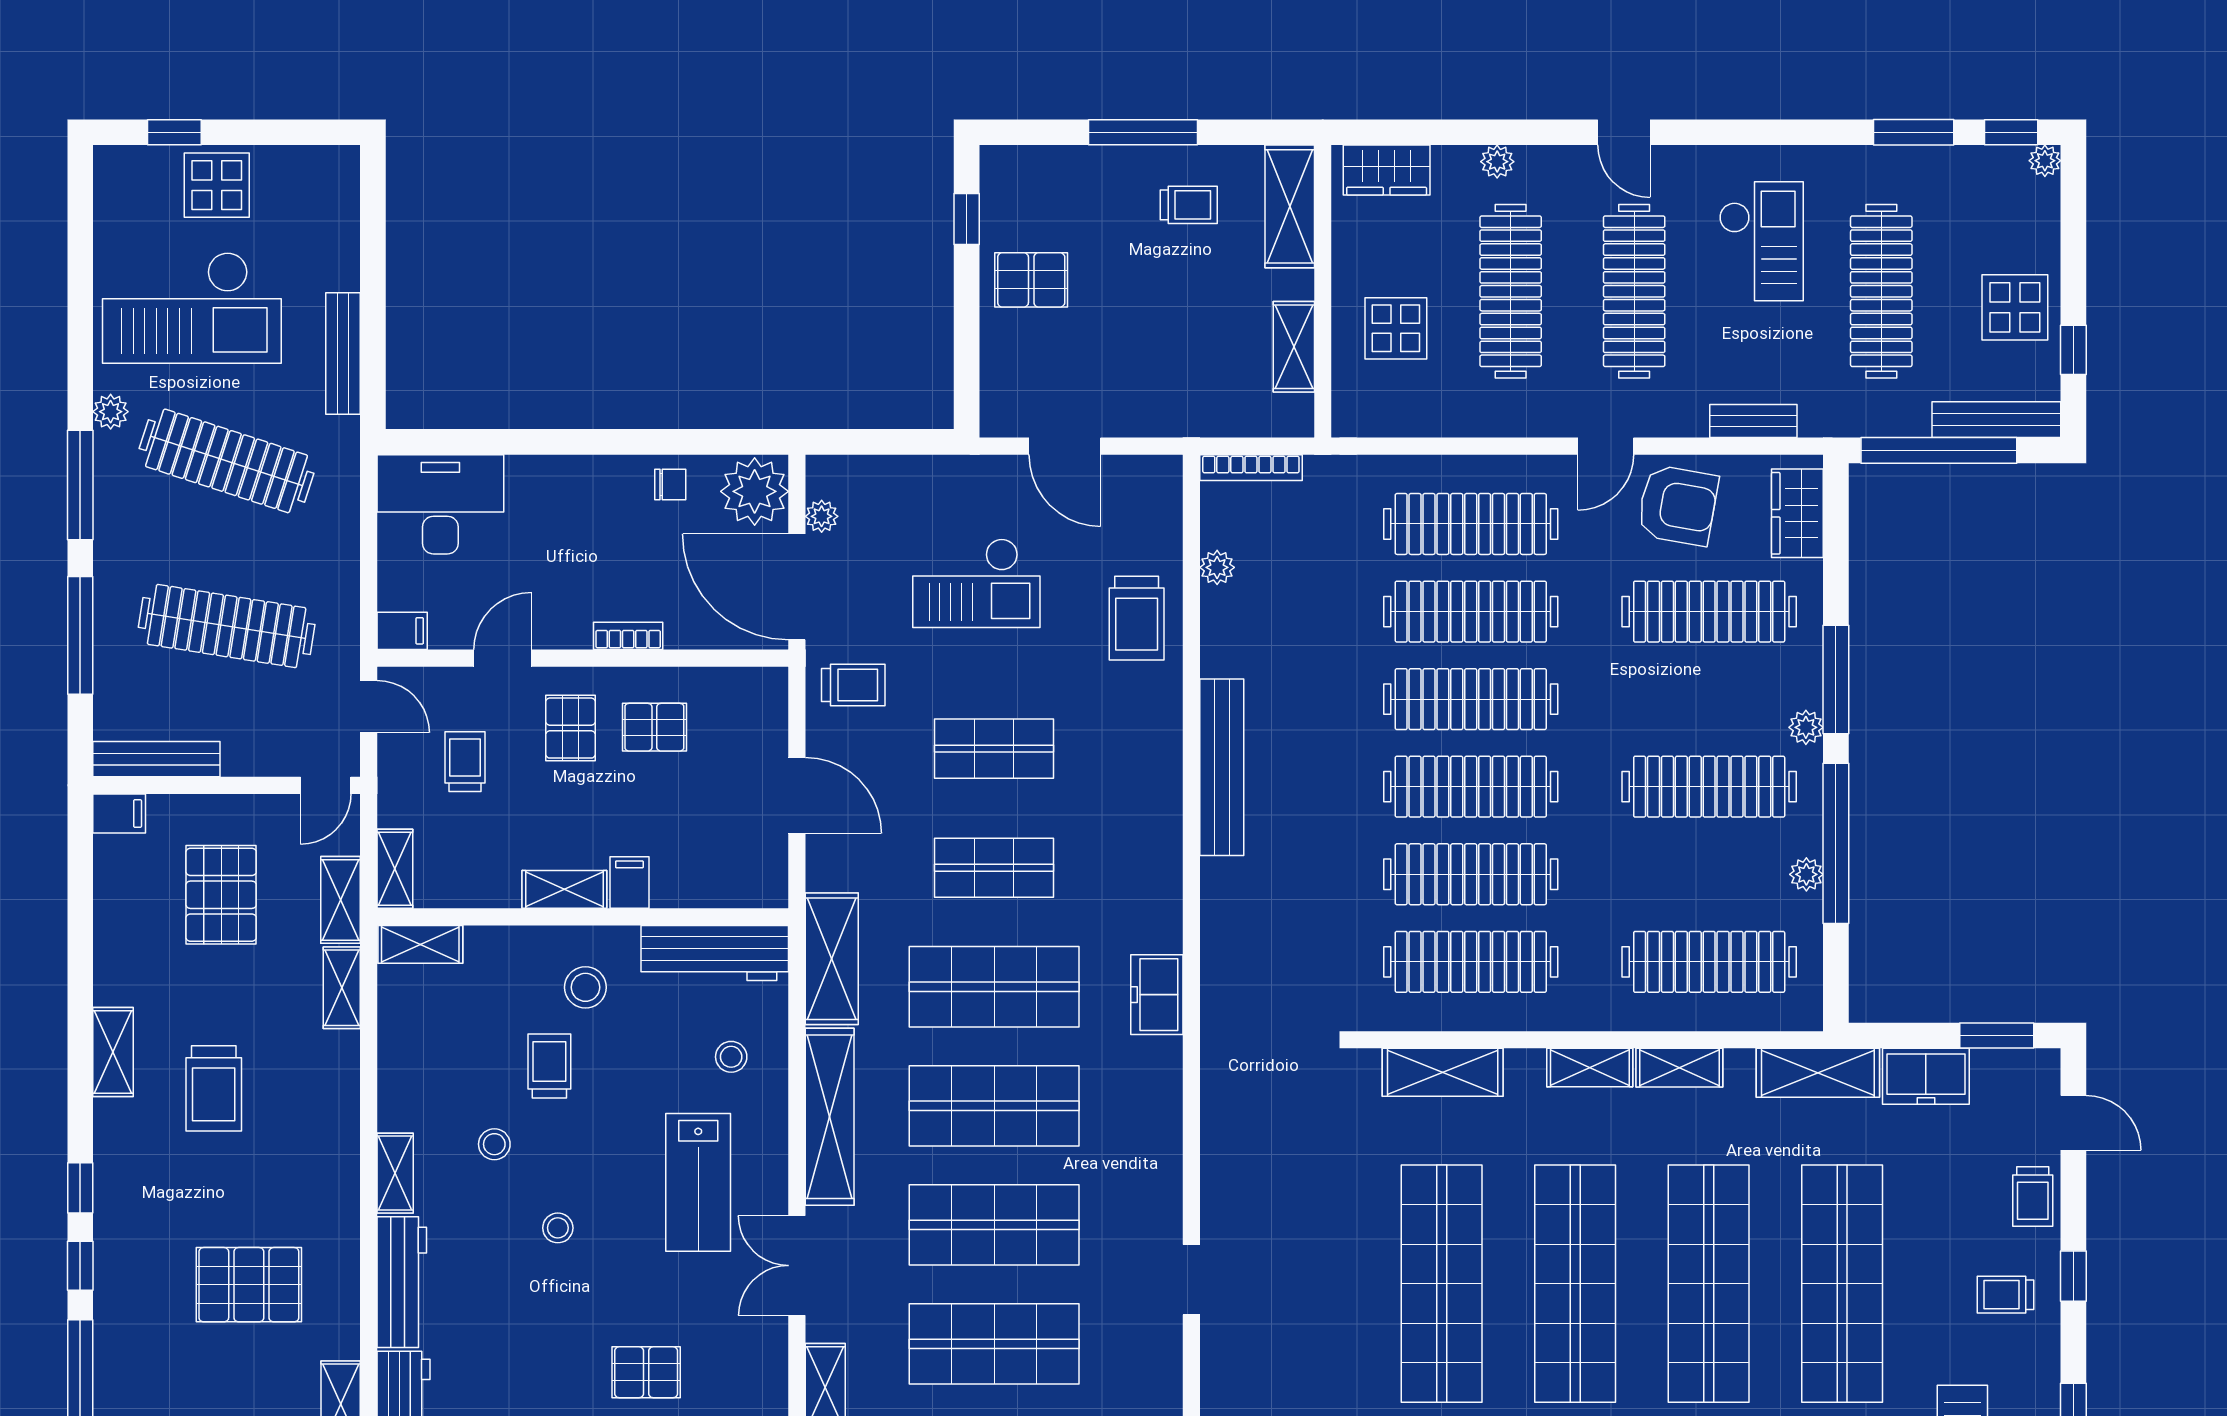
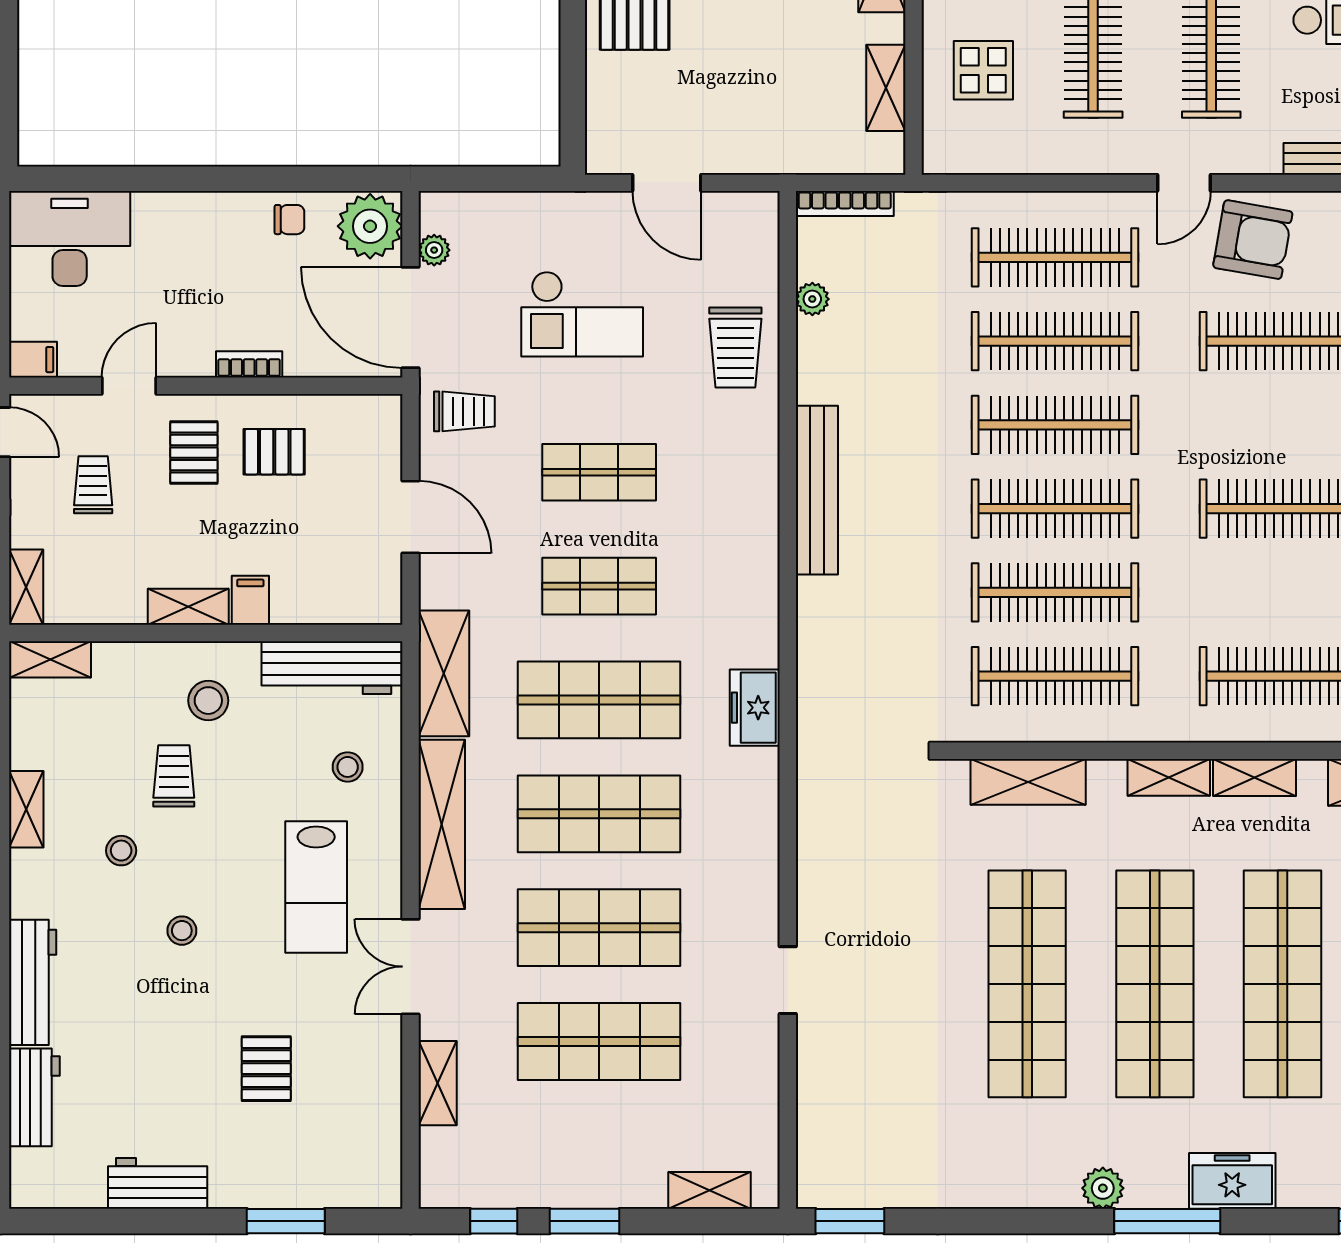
shelving: (395, 1173) -> (26, 809), moved
pallet: (646, 1372) -> (266, 1069), turned 90

